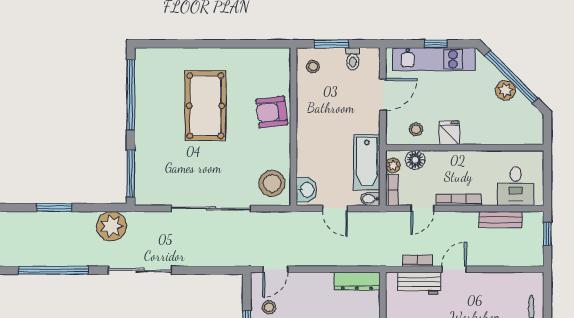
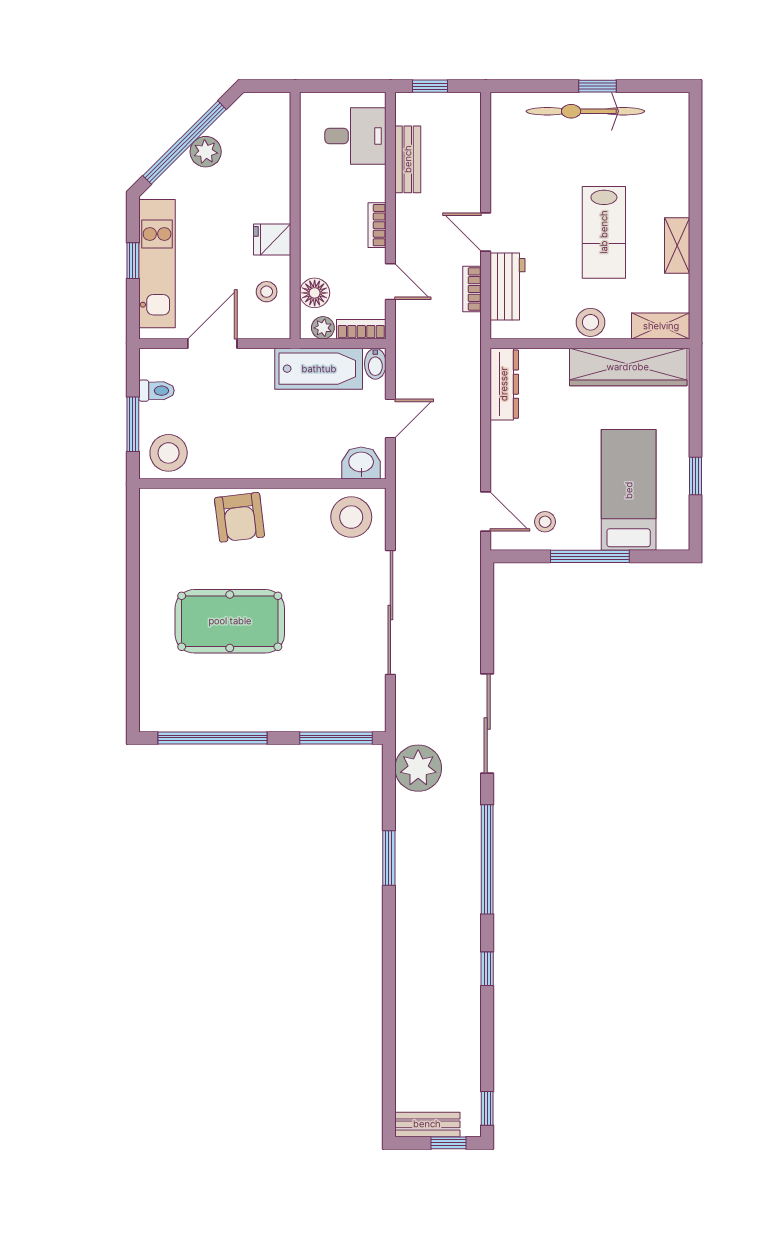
stool: (313, 67) -> (169, 453), width x1.89, depth x1.89
door: (383, 95) -> (212, 344), hinge flipped
bookcase: (459, 200) -> (377, 225), width x0.64

